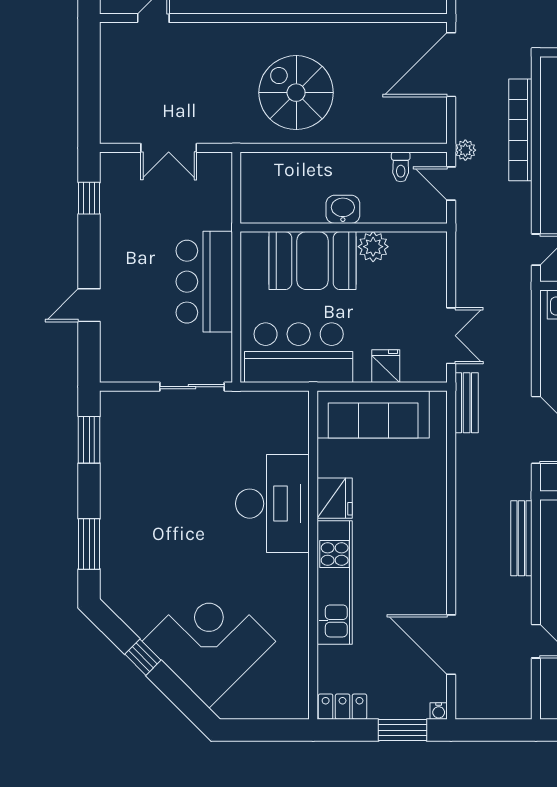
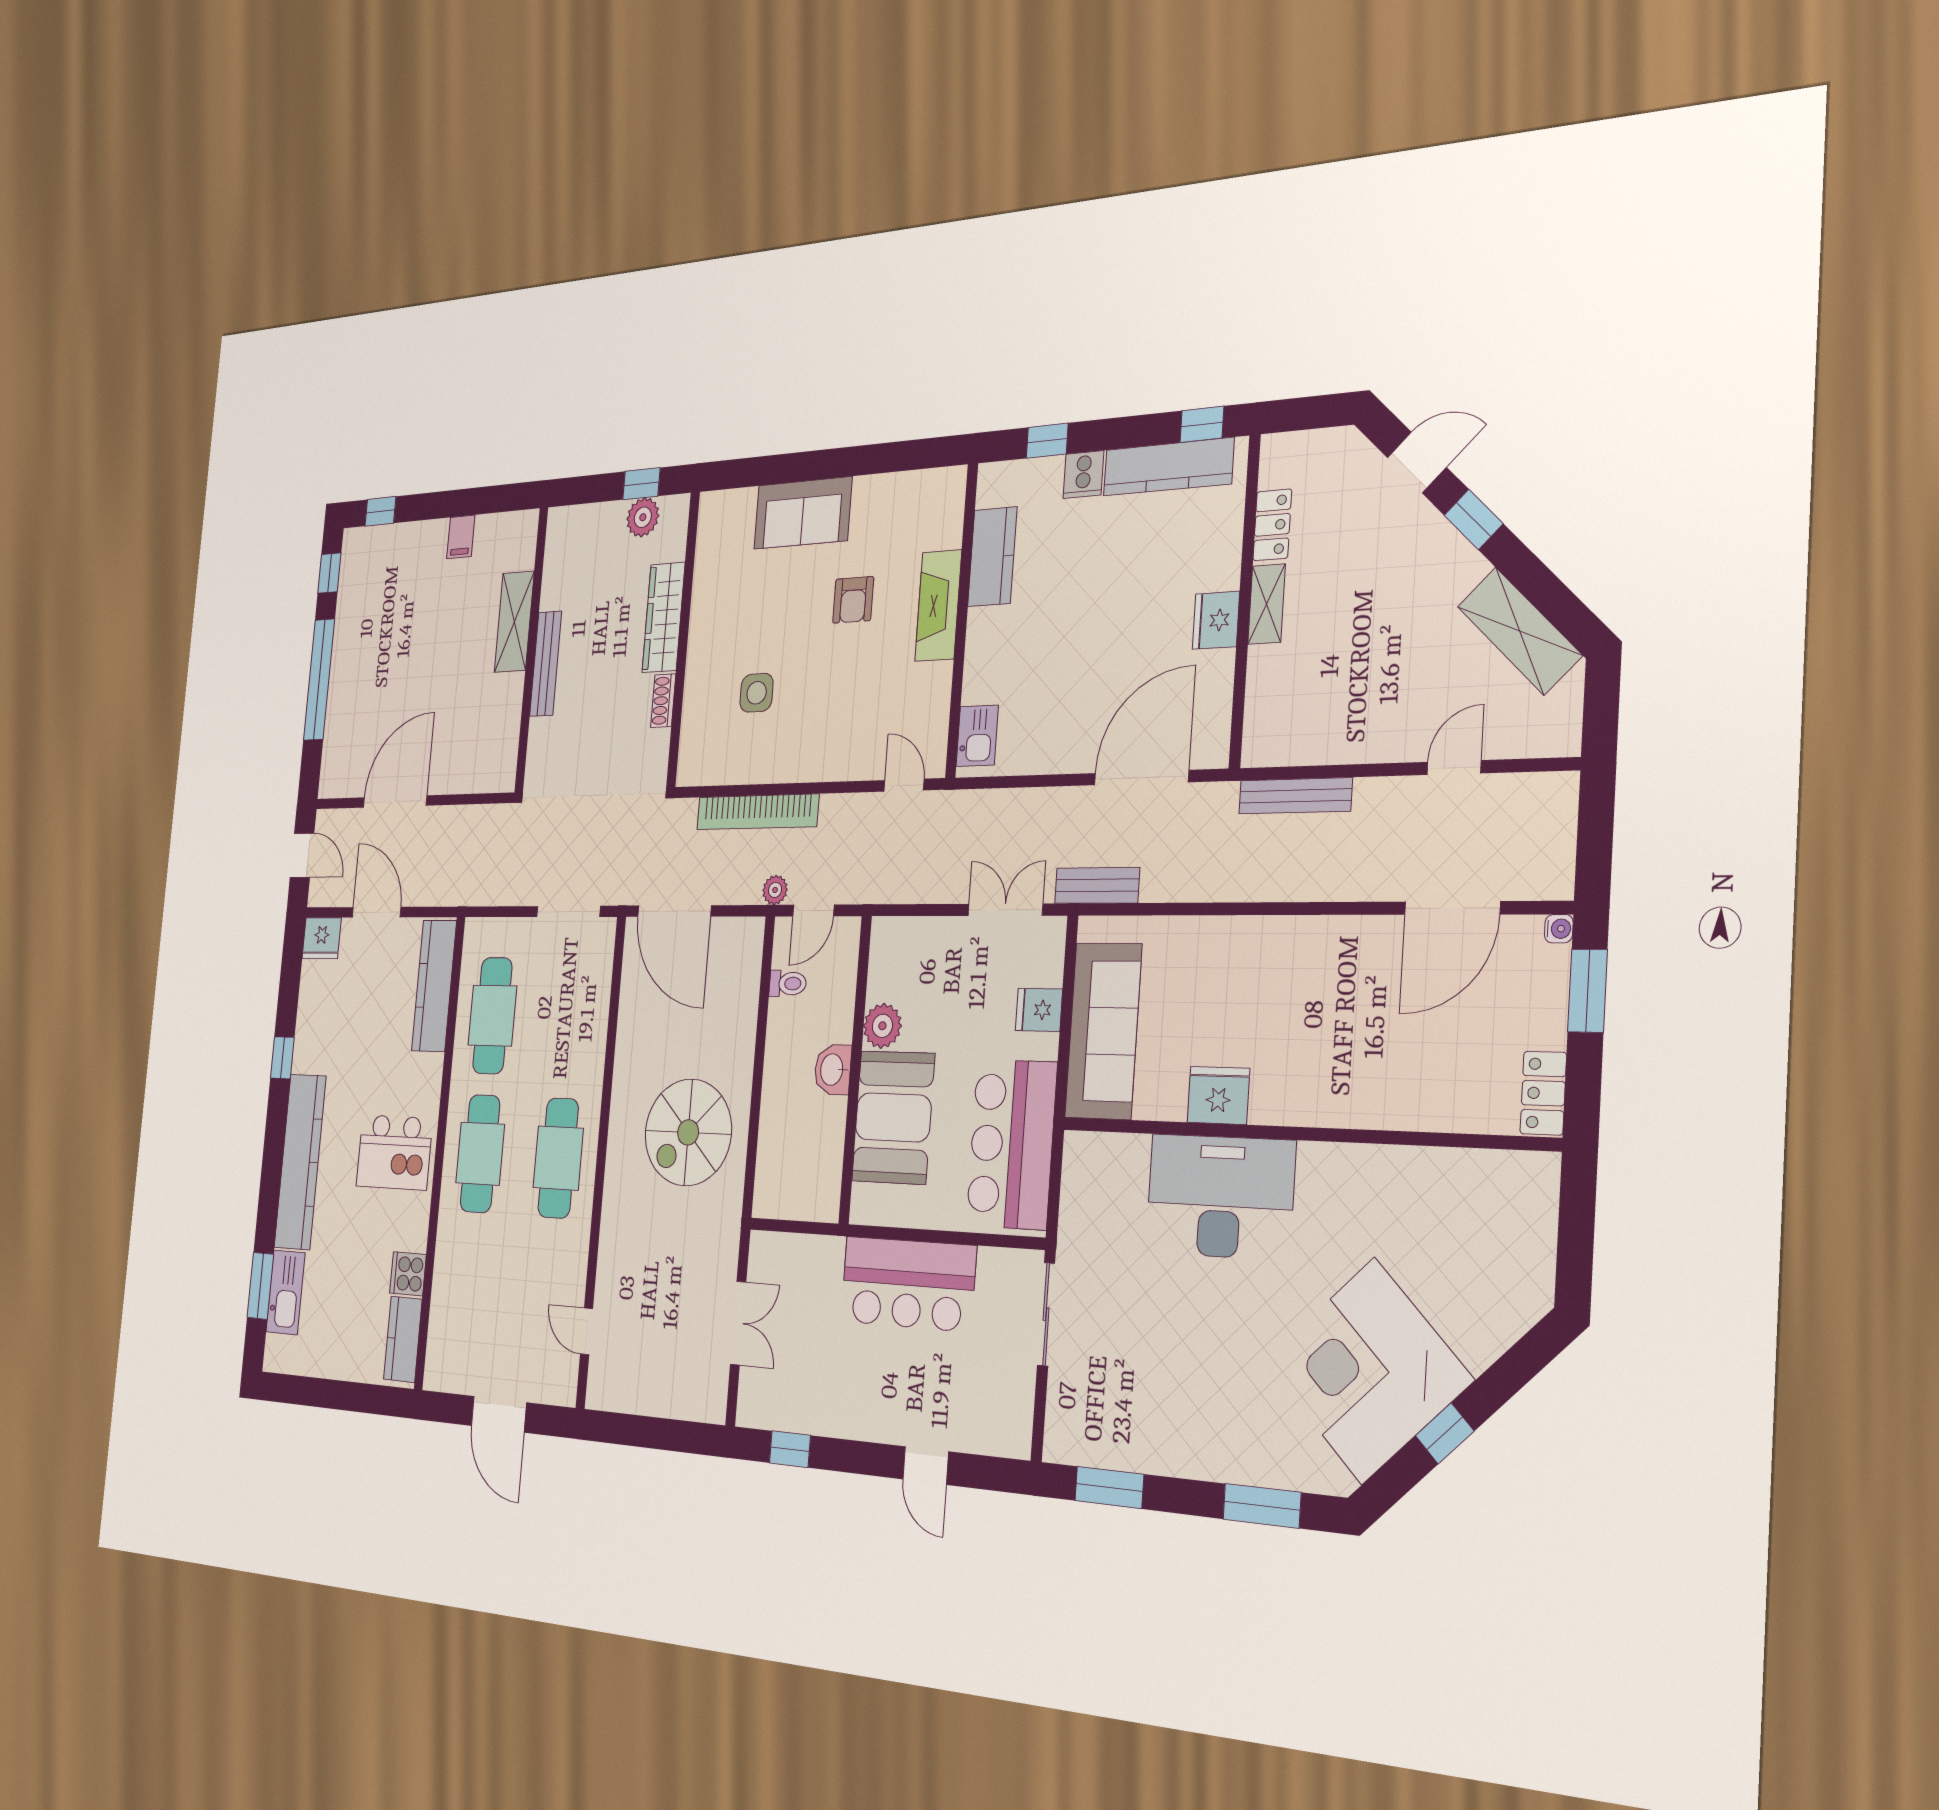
kitchen unit: (335, 583) -> (1345, 1100), removed
corner desk: (209, 641) -> (1368, 1371), moved

